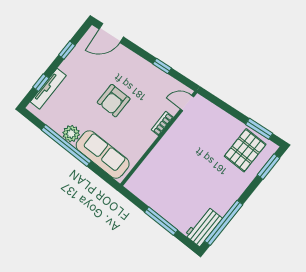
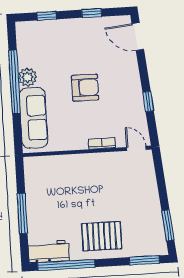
tv unit: (48, 89) -> (47, 26), removed
armchair: (114, 101) -> (85, 88), turned 180
pallet: (245, 150) -> (102, 236), moved

